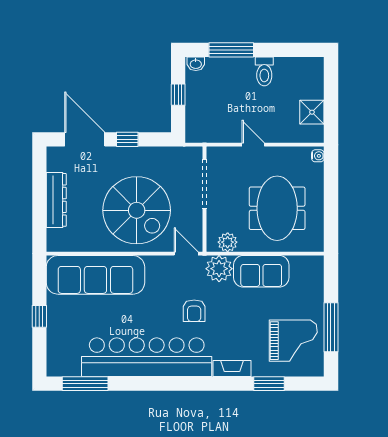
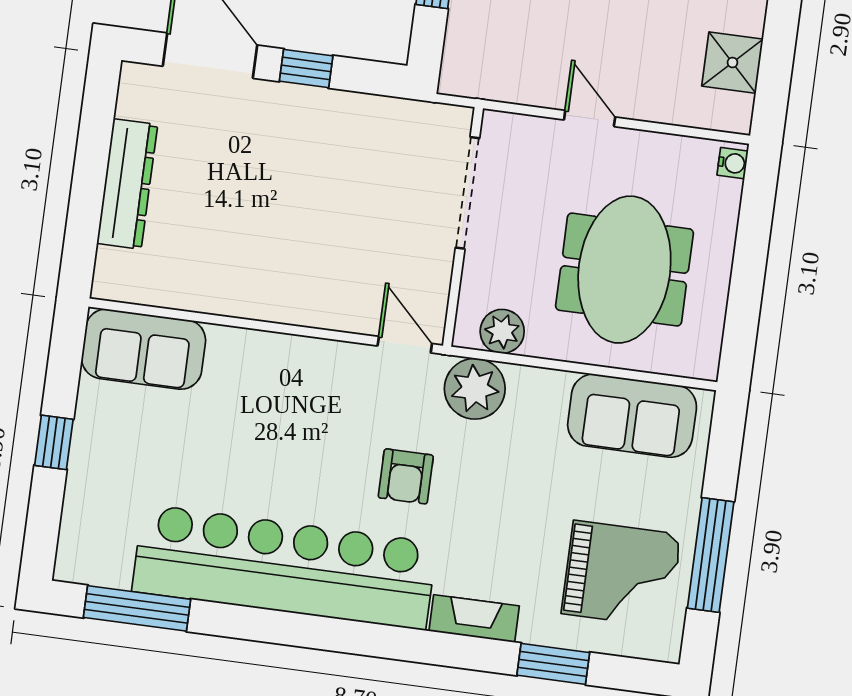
spiral stairs: (137, 210) -> (306, 232), removed
sofa: (261, 271) -> (632, 416), moved
sofa: (95, 275) -> (144, 349), width x0.54, depth x0.79

